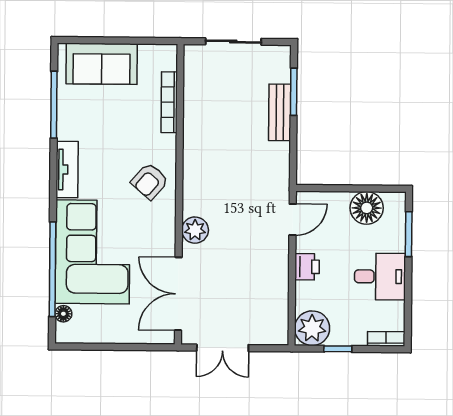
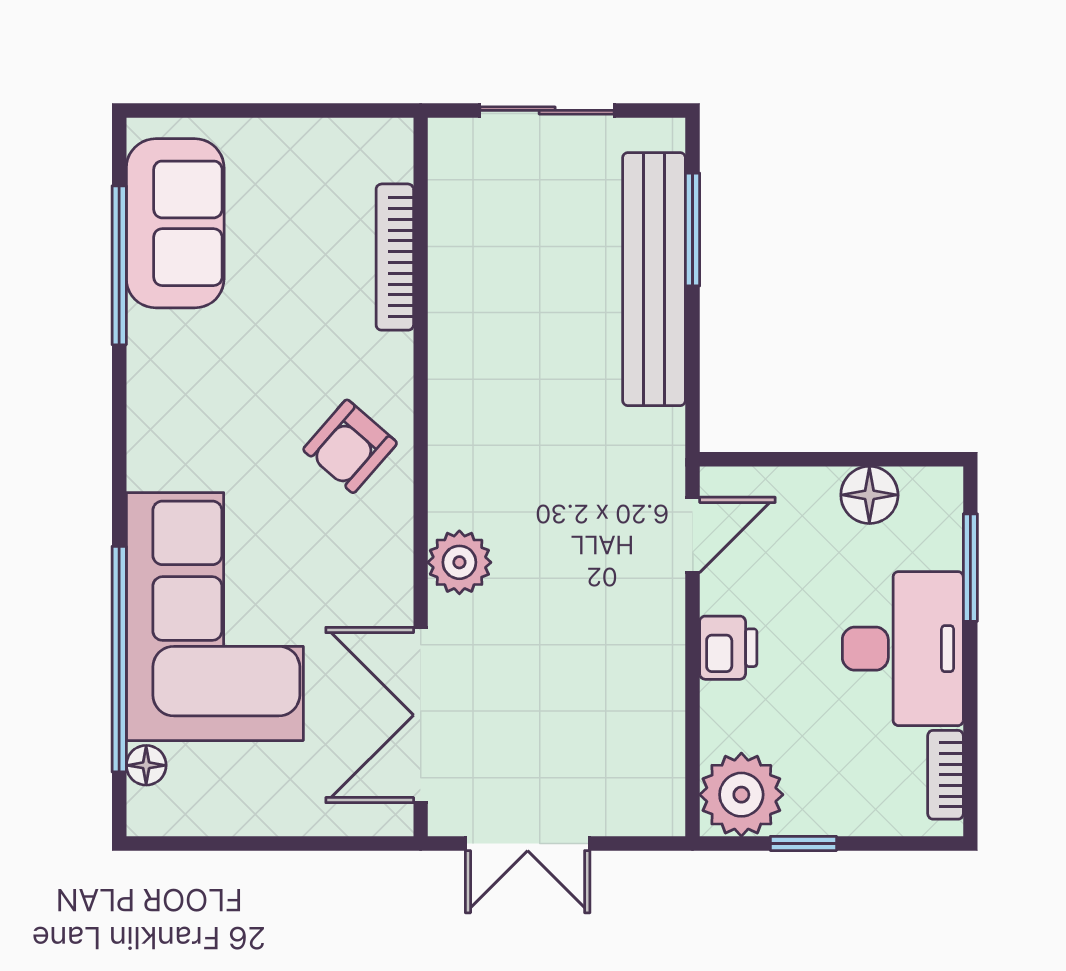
sofa: (102, 64) -> (175, 223), moved, turned -90
bench: (280, 112) -> (654, 279), width x1.86, depth x1.21
tv unit: (67, 170) -> (152, 420), removed
floor lamp: (367, 208) -> (869, 495), width x0.73, depth x0.73
desk: (380, 276) -> (903, 649), width x1.37
bookcase: (386, 339) -> (945, 775), moved, turned -90

